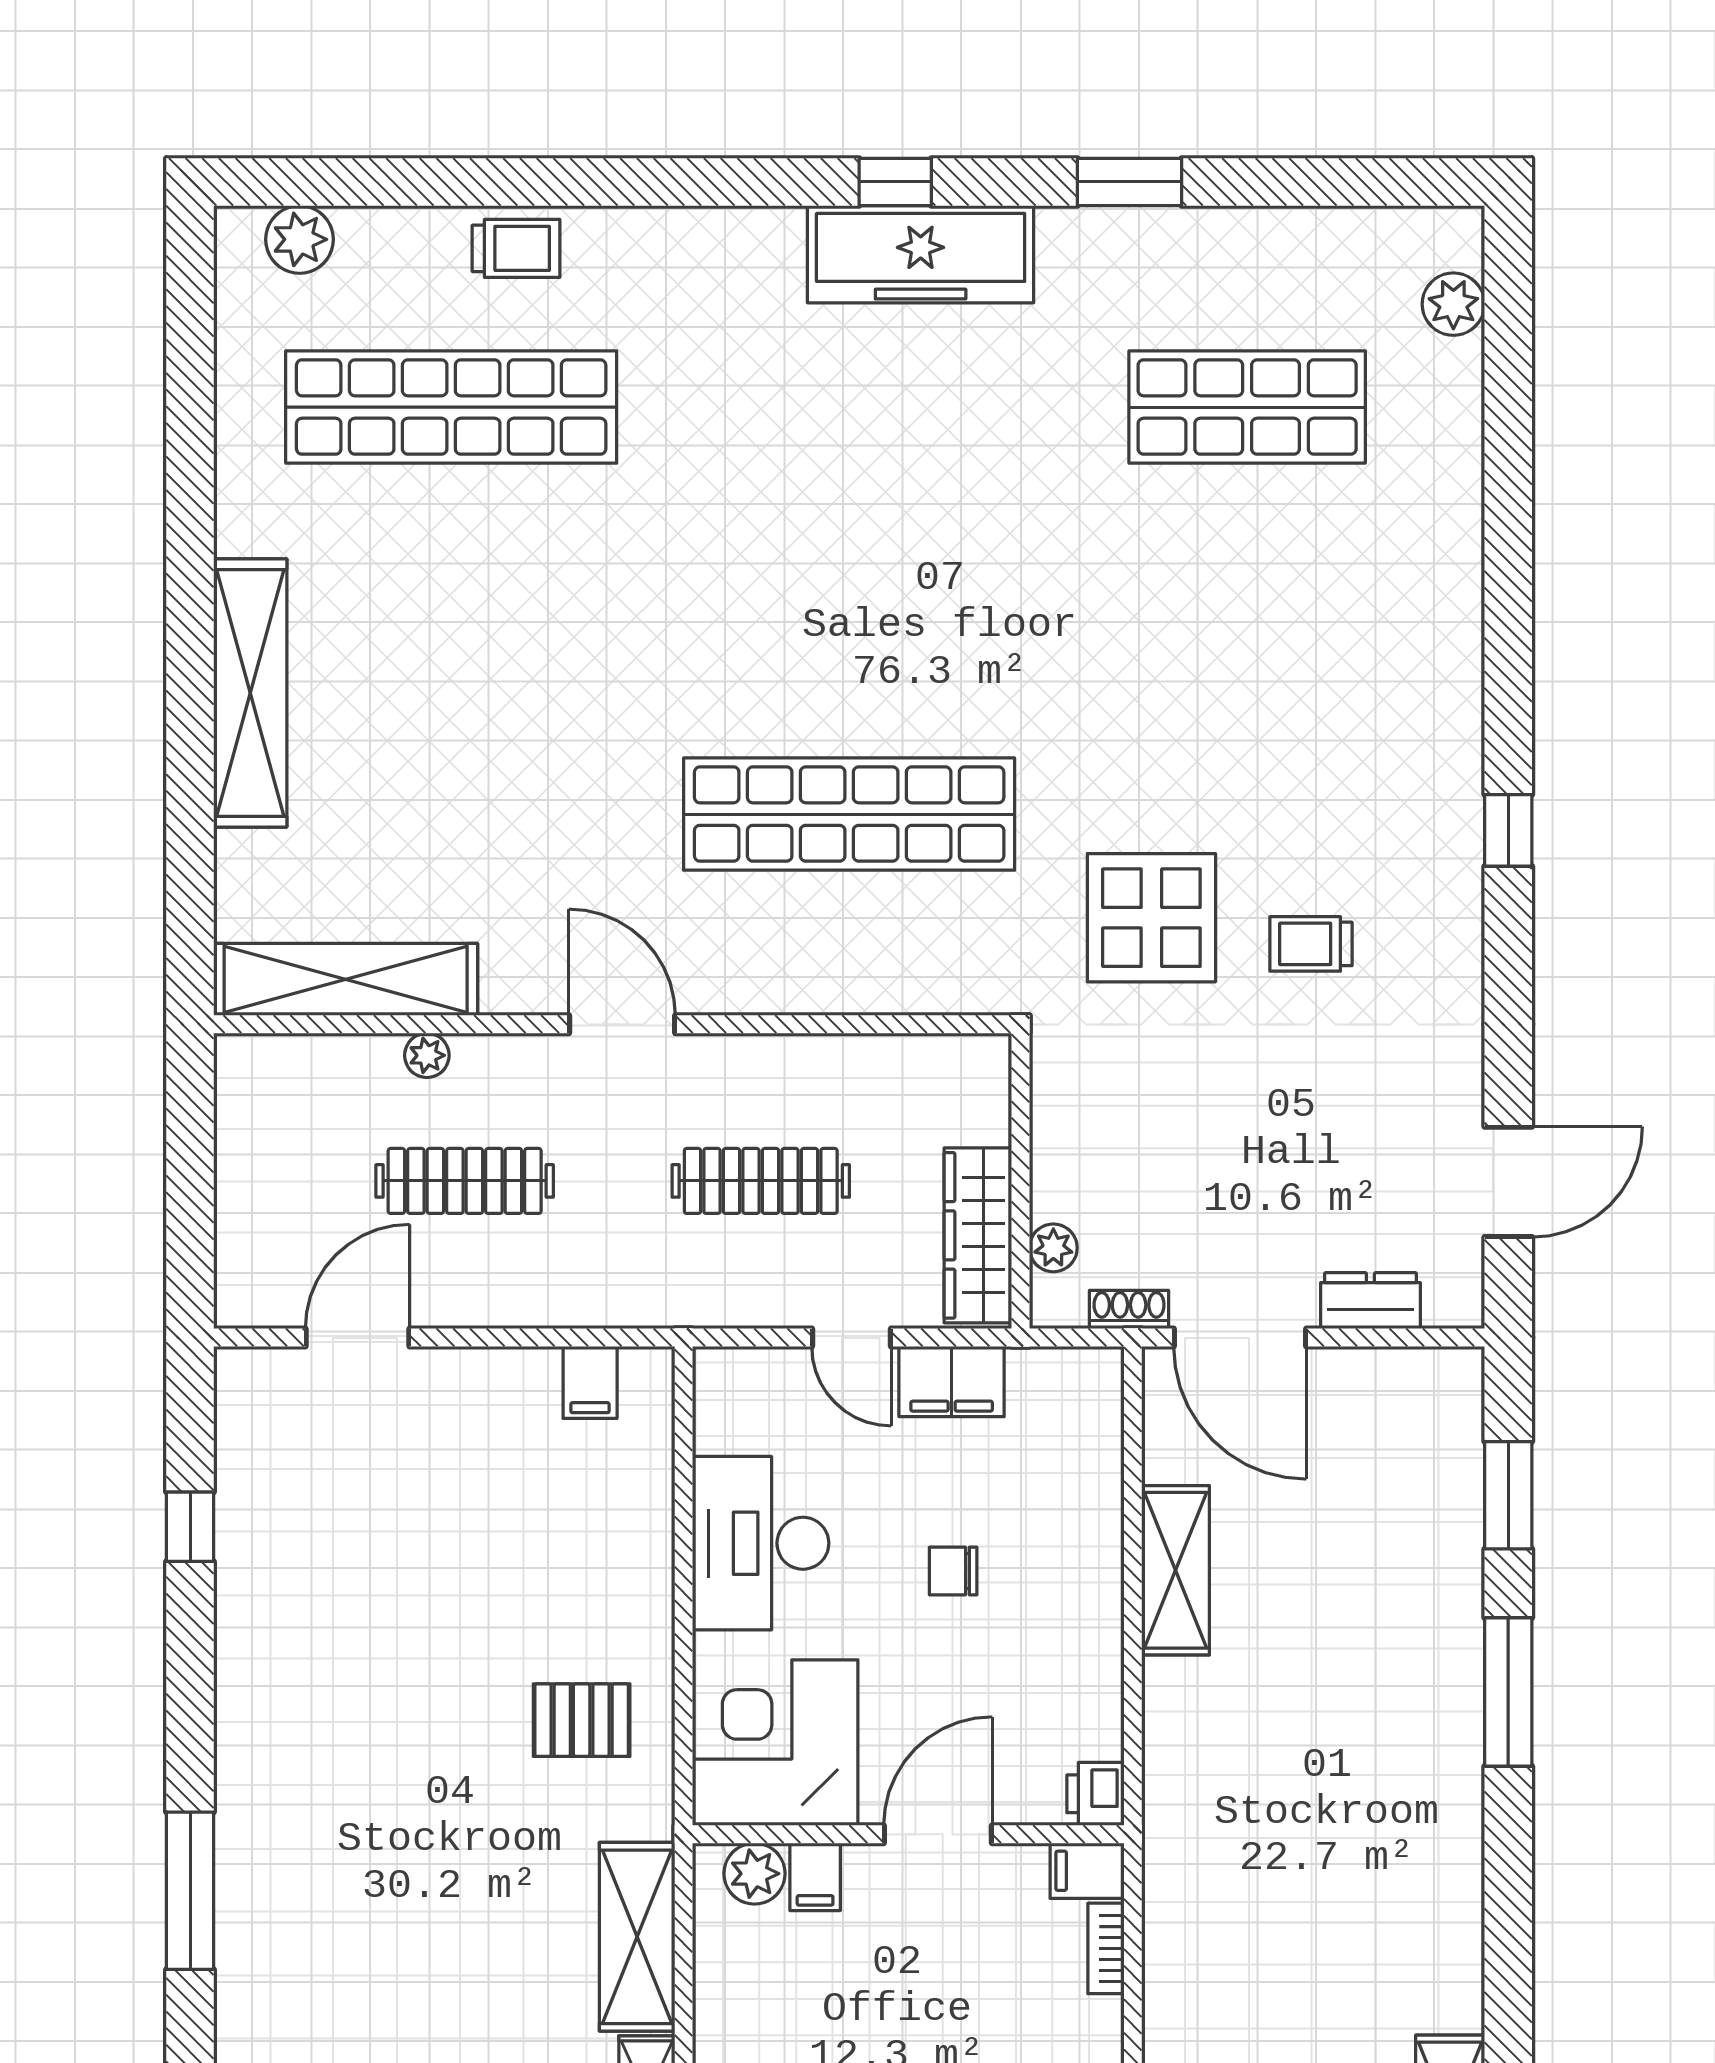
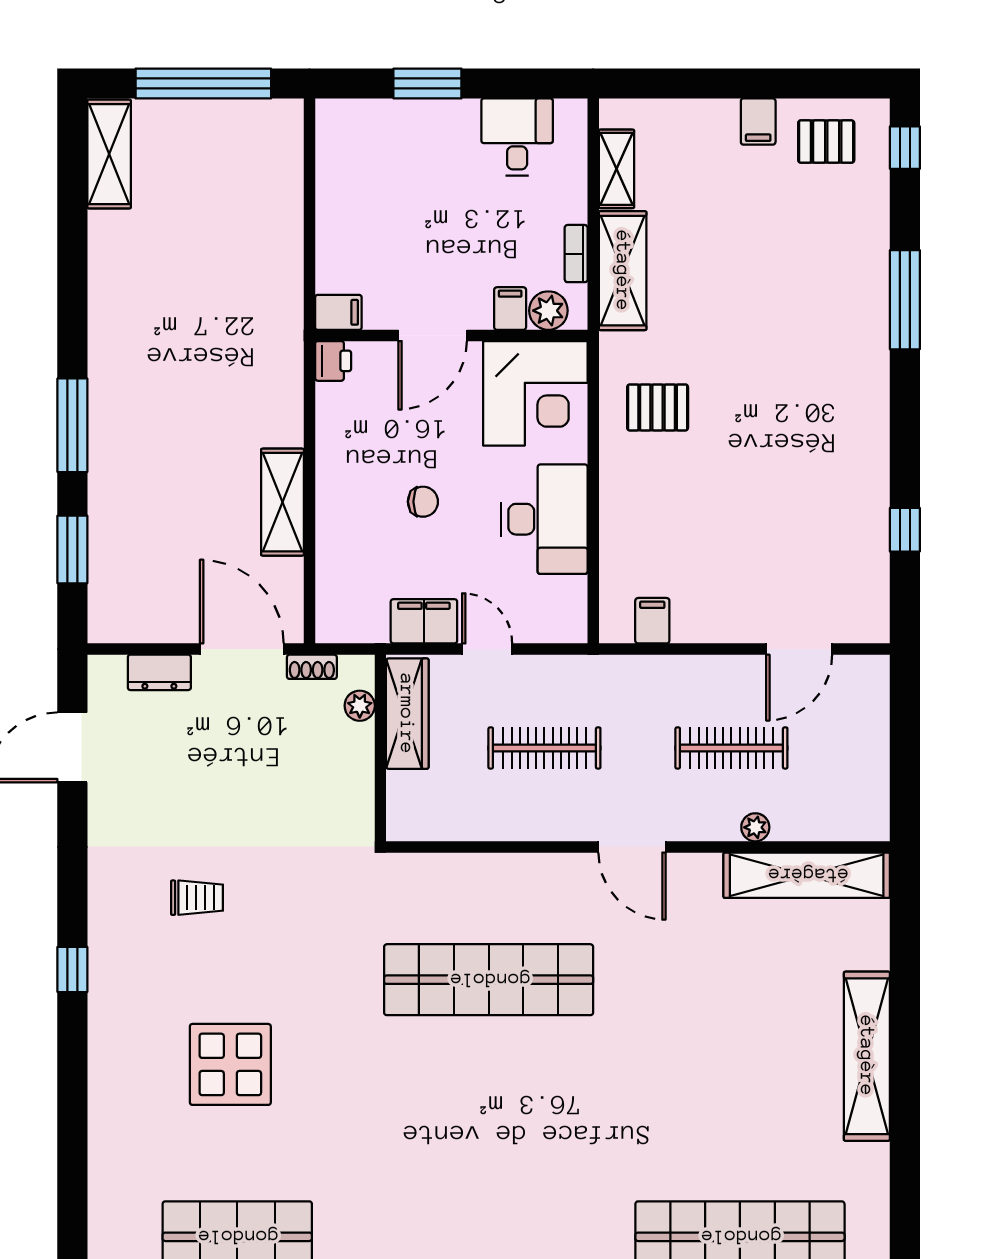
display table: (1151, 918) -> (230, 1064), moved
bookcase: (1106, 1948) -> (576, 254), moved, turned 180

